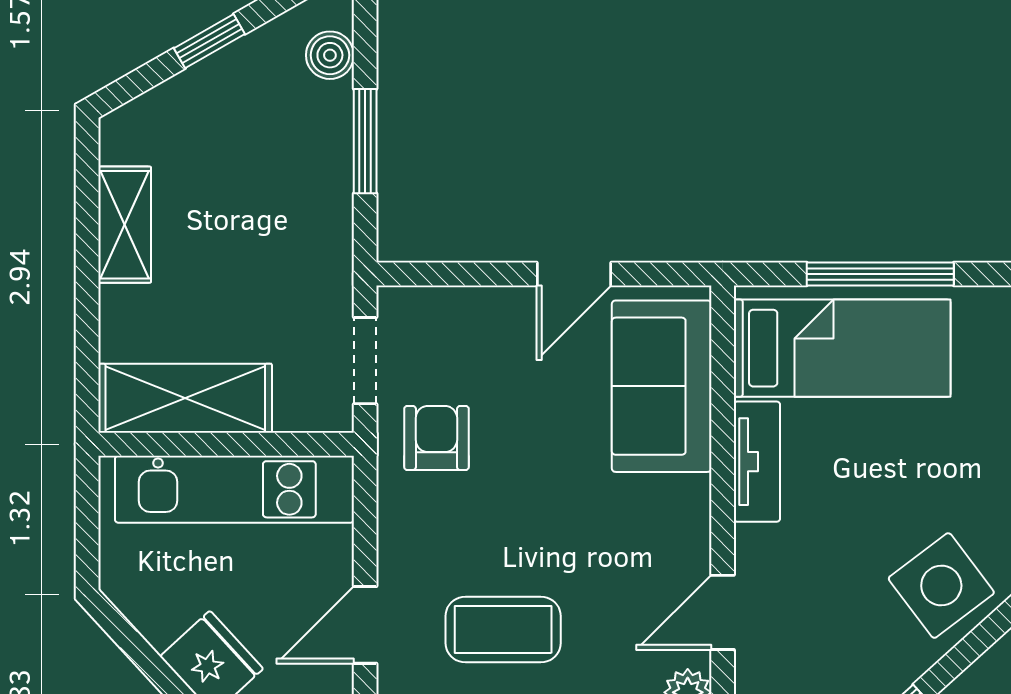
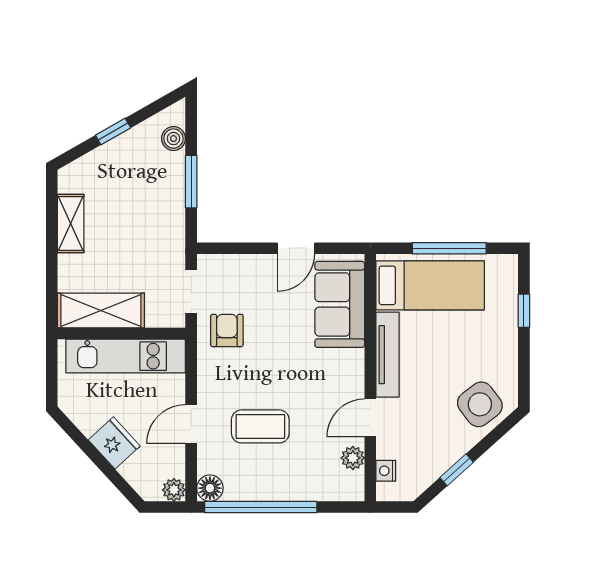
tv unit: (757, 462) -> (388, 355), width x1.41

